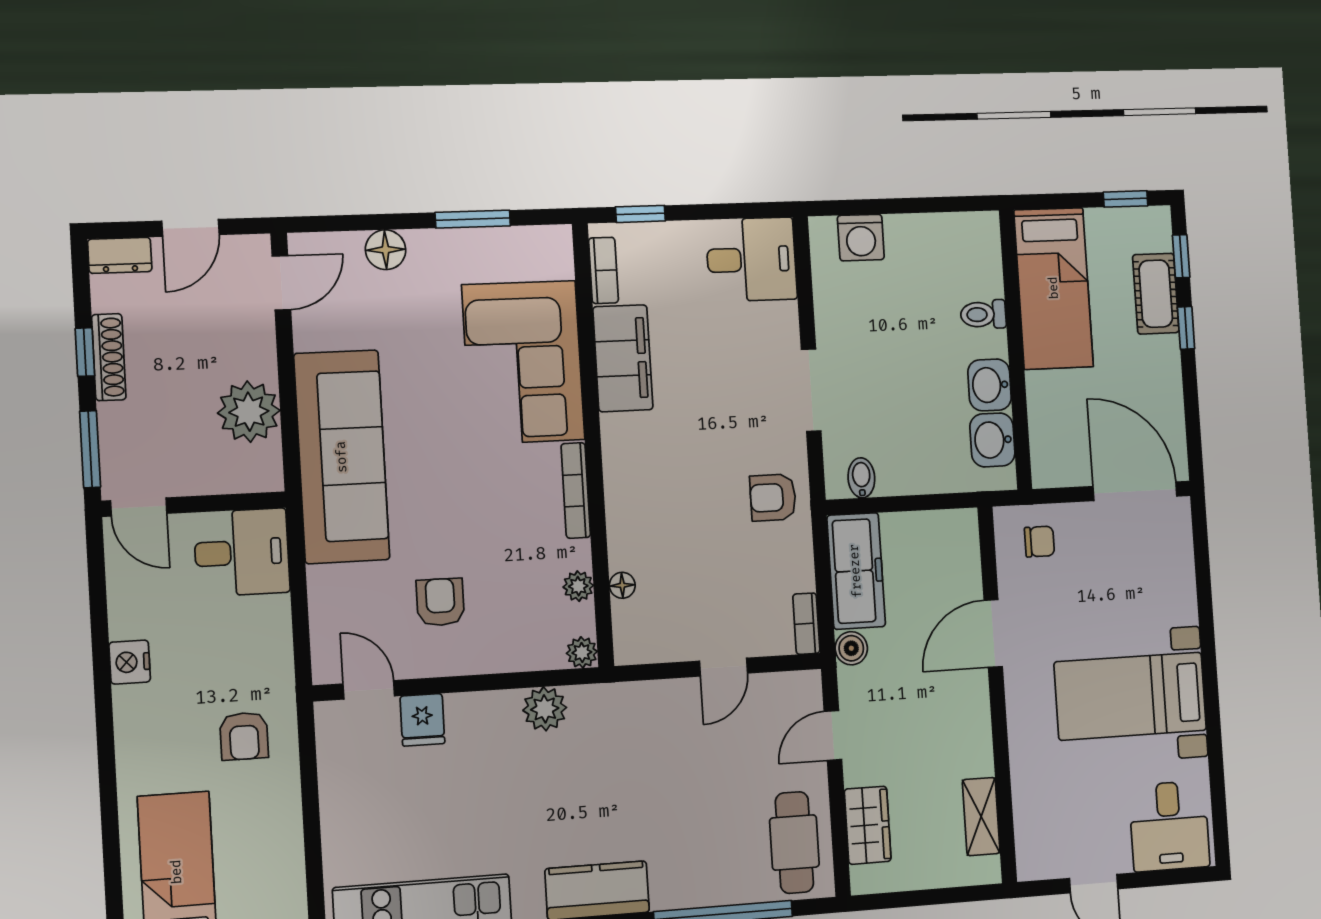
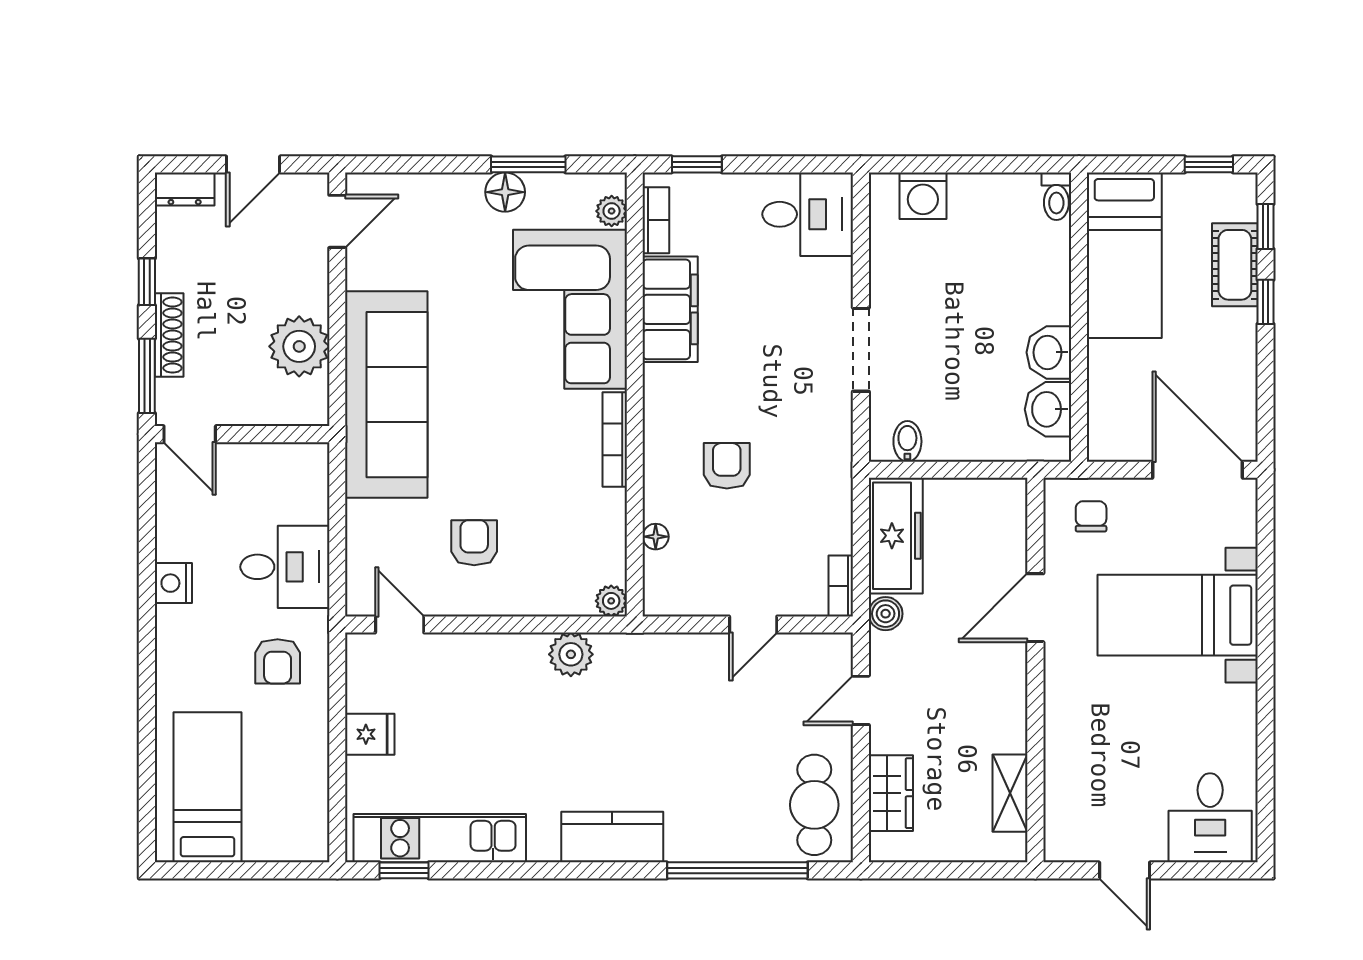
floor lamp: (386, 250) -> (505, 192), moved
toilet: (983, 314) -> (1056, 196), moved, turned -90
shoe rack: (109, 357) -> (169, 335), moved
armchair: (773, 497) -> (727, 466), moved, turned 90
chair: (1039, 542) -> (1091, 516), turned -90
desk: (242, 552) -> (285, 567), moved
plant: (578, 586) -> (612, 211), moved
bed with nightstands: (1130, 696) -> (1178, 615), moved
fridge: (422, 720) -> (370, 734), moved, turned -90

